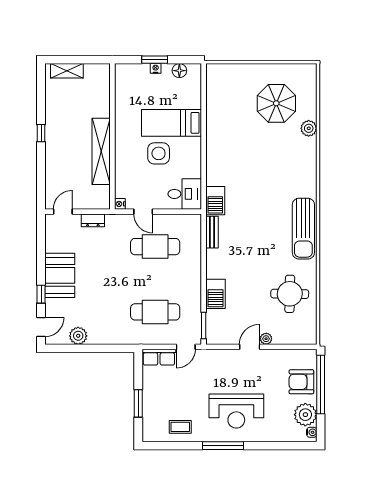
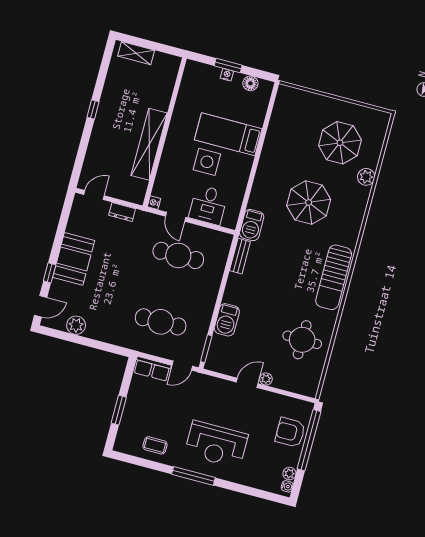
parasol: (262, 166) -> (309, 202), added
desk: (185, 194) -> (208, 205), moved, turned 90
plant: (305, 415) -> (289, 474), width x0.53, depth x0.53

